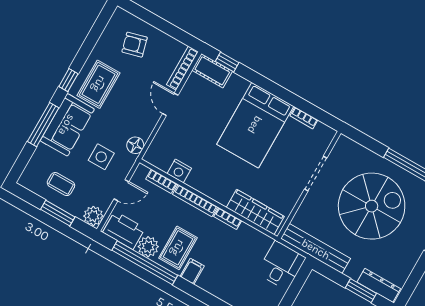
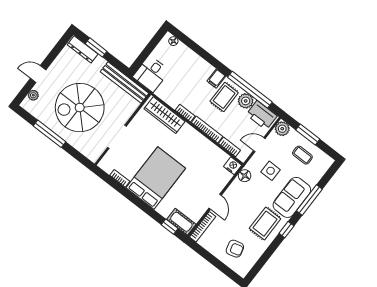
nightstand: (179, 171) -> (233, 166), moved

